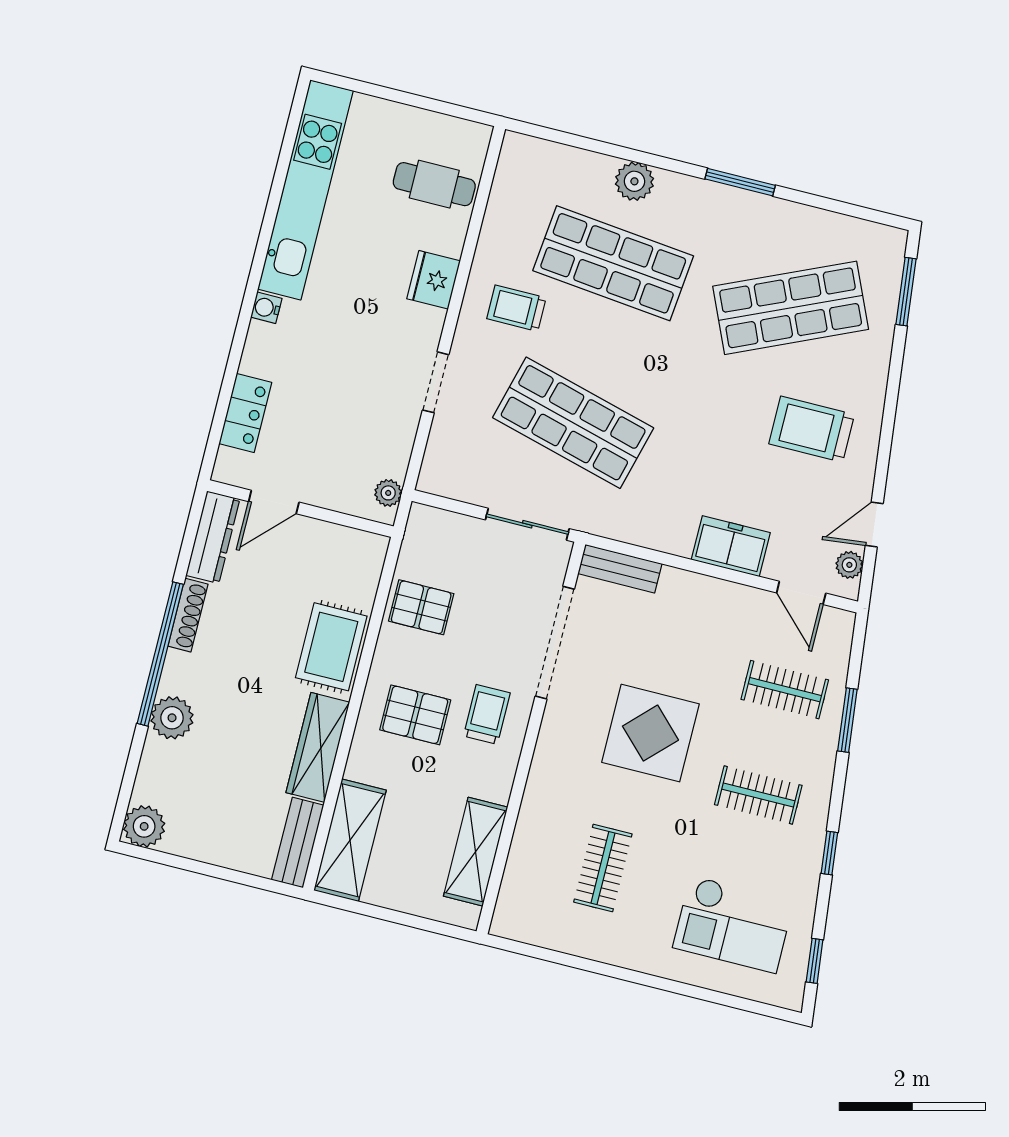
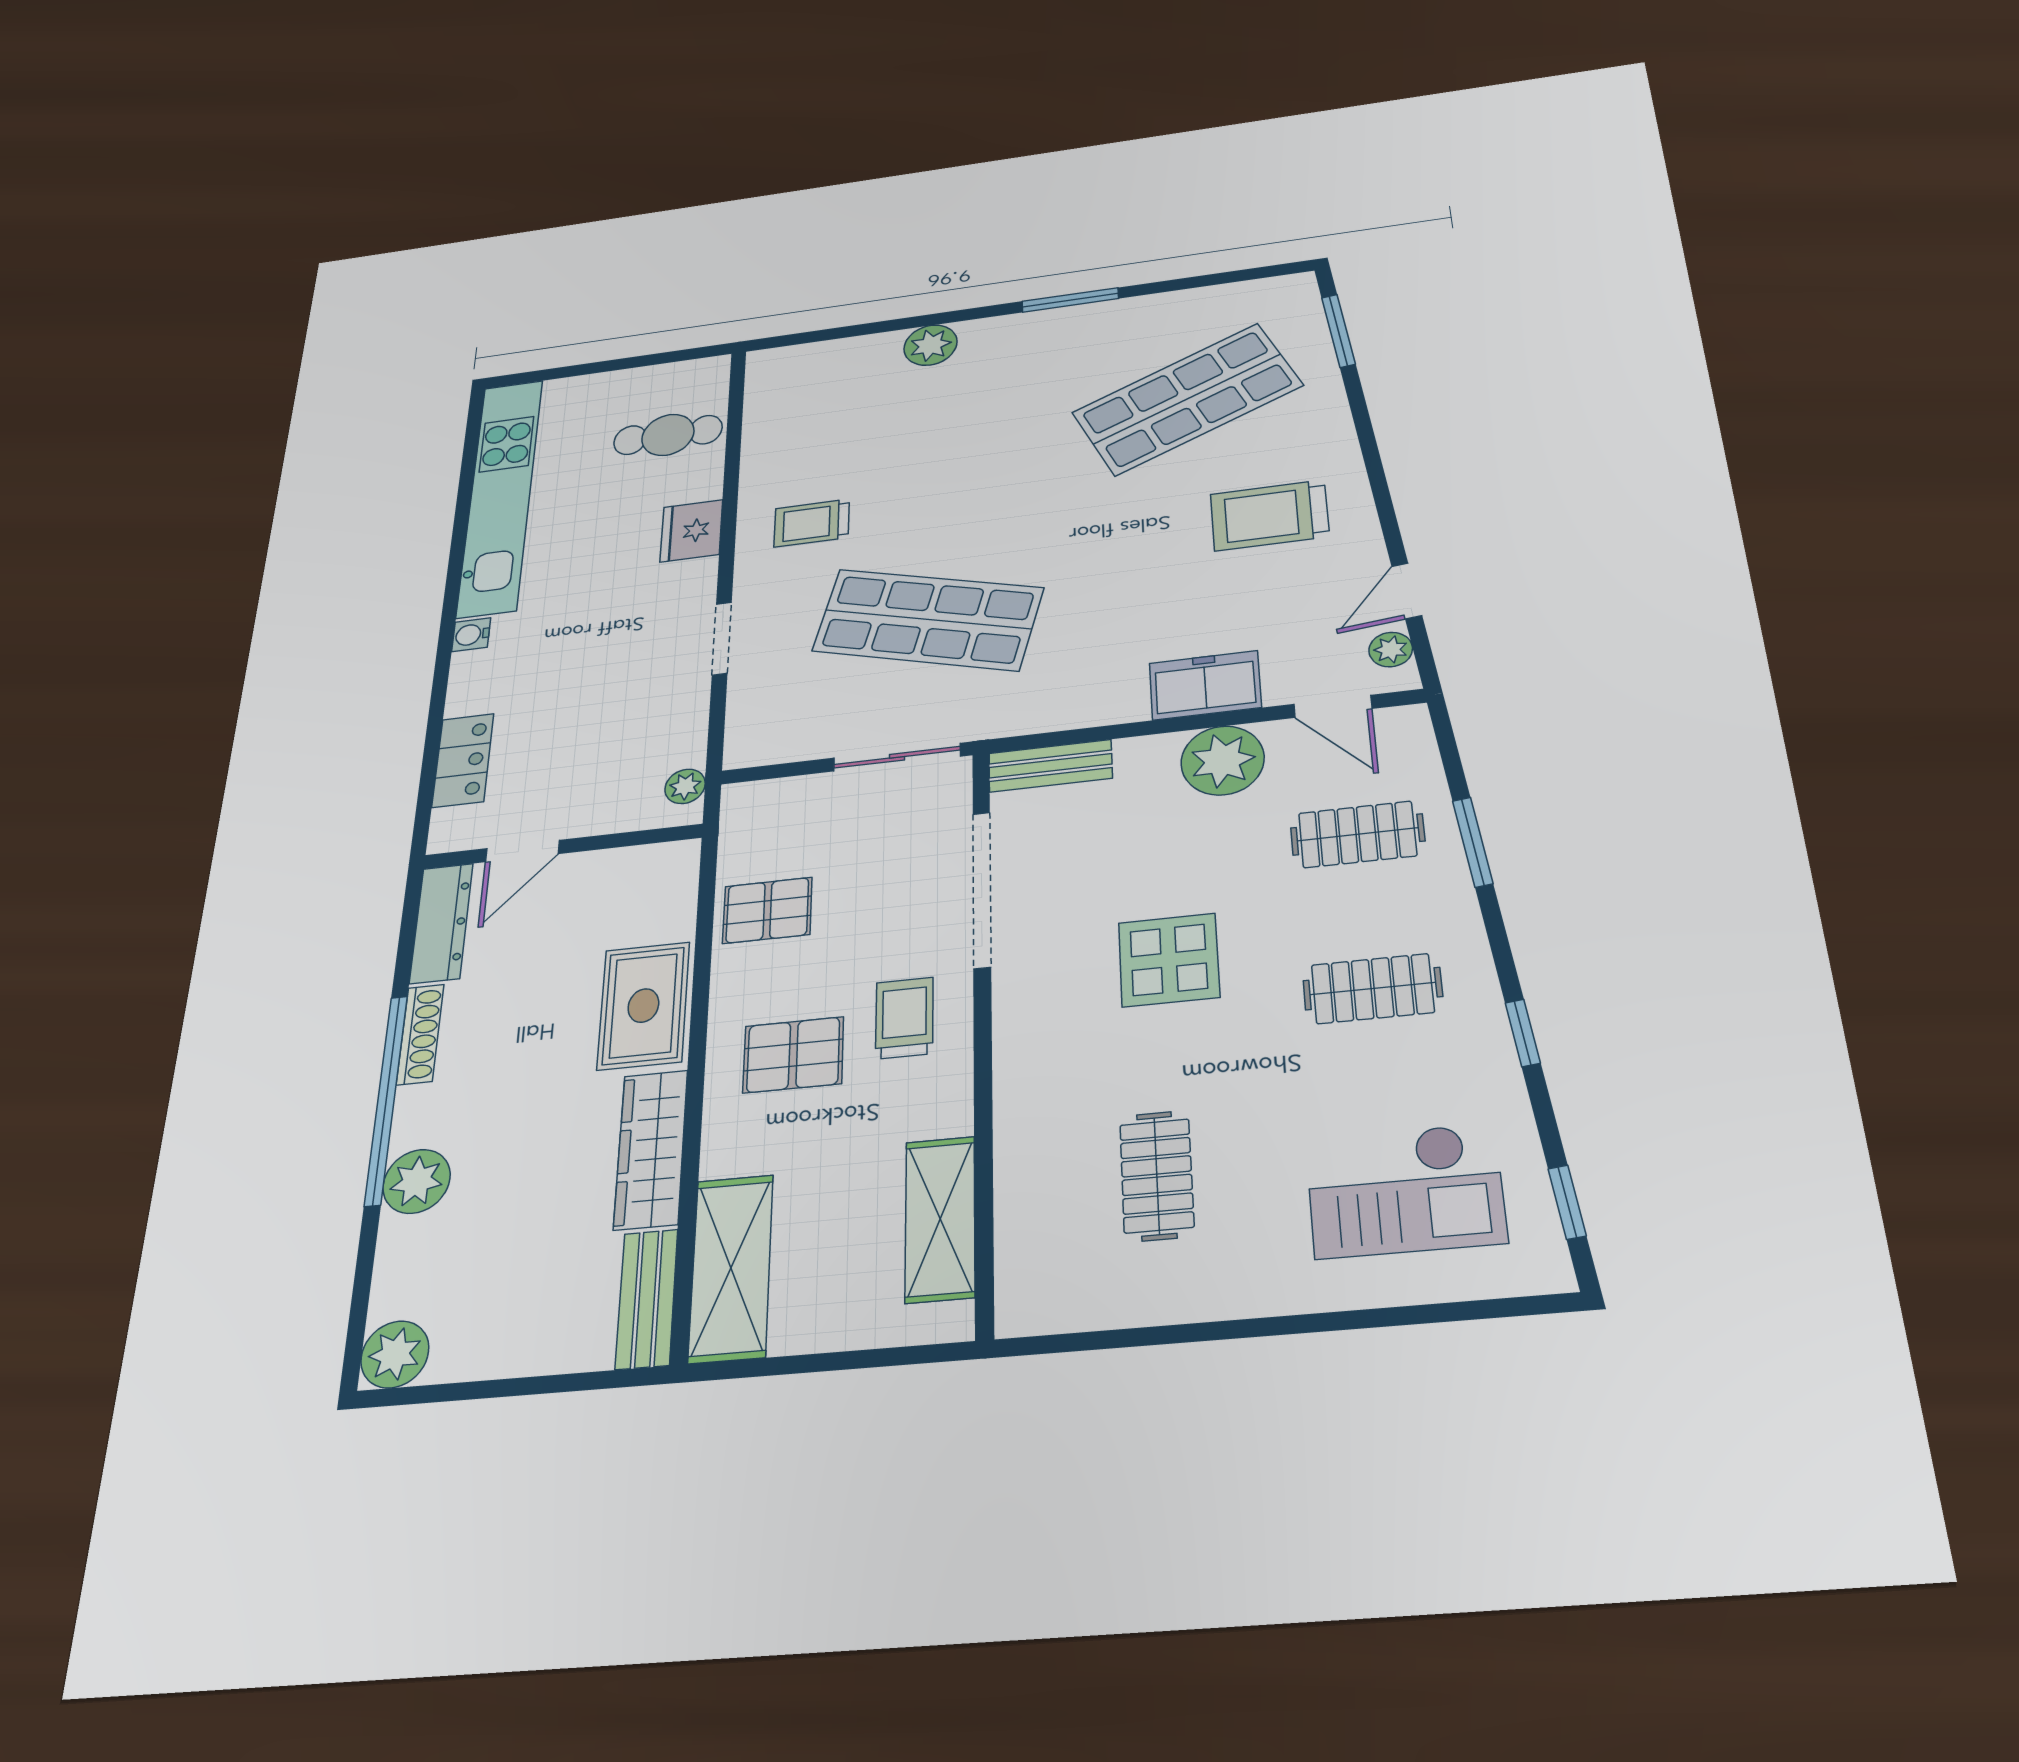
shop shelf: (613, 263) -> (929, 434), removed
plant: (724, 606) -> (1223, 760), added
display table: (650, 733) -> (1169, 960), width x0.73, depth x0.73

